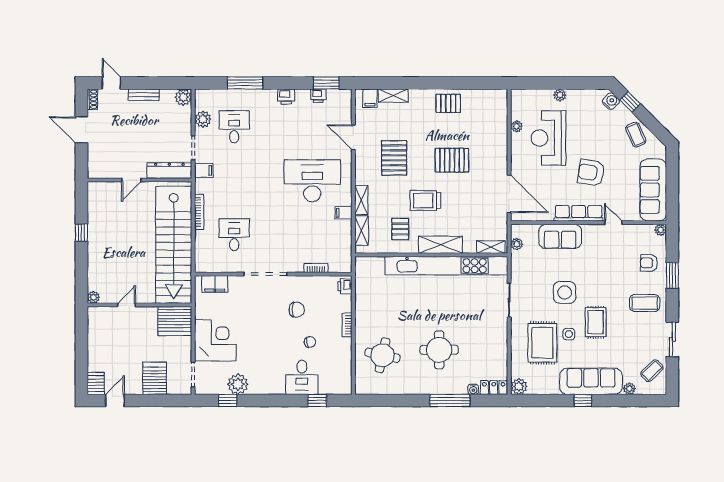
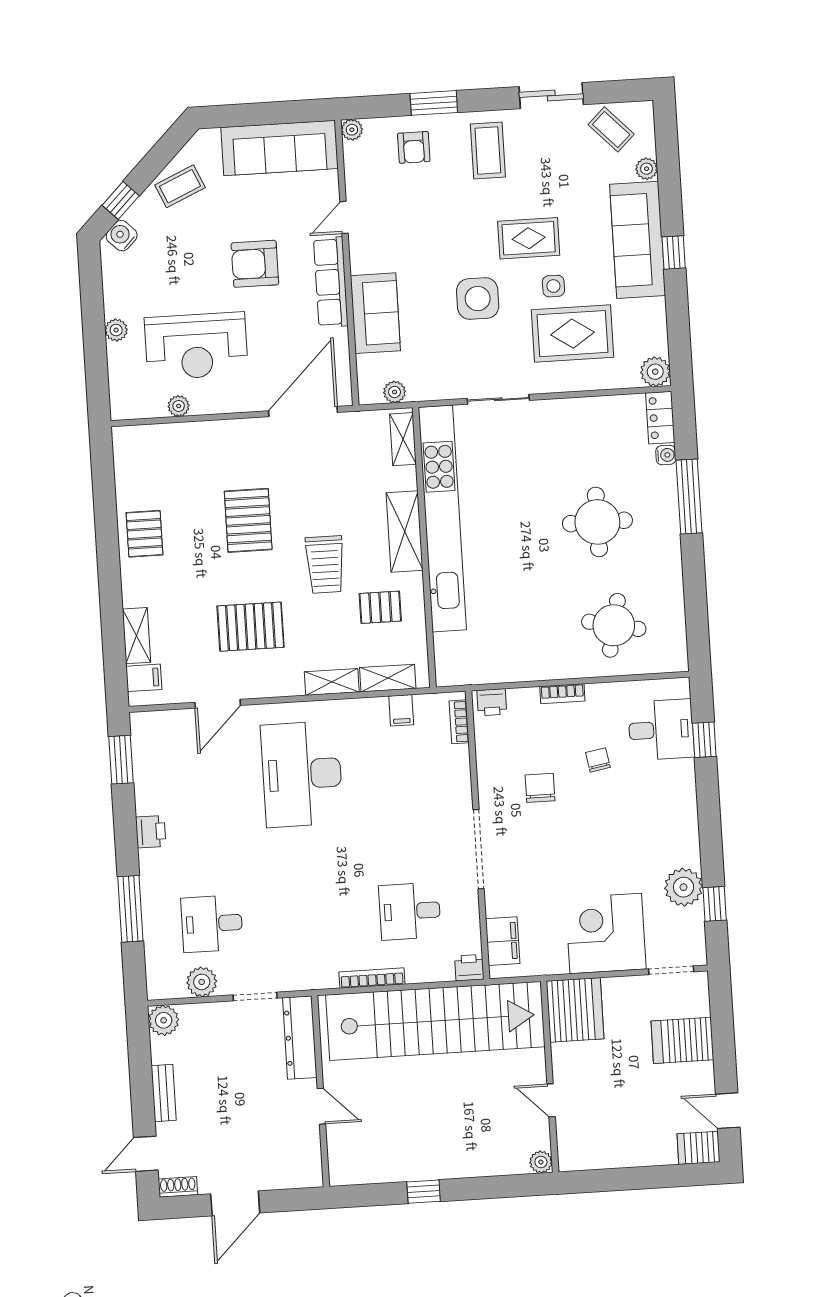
printer: (318, 96) -> (469, 968), moved, turned -90
filing cabinet: (204, 170) -> (296, 974), removed
armchair: (591, 173) -> (255, 264), turned 81
filing cabinet: (344, 213) -> (401, 710), moved
bookcase: (316, 268) -> (459, 722), moved
desk: (302, 377) -> (661, 730), moved

